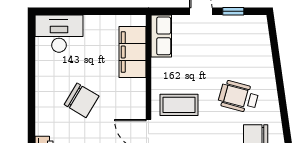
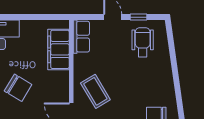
wheelchair: (238, 97) -> (143, 42), moved, turned 75
coffee table: (179, 105) -> (95, 91), turned 59

